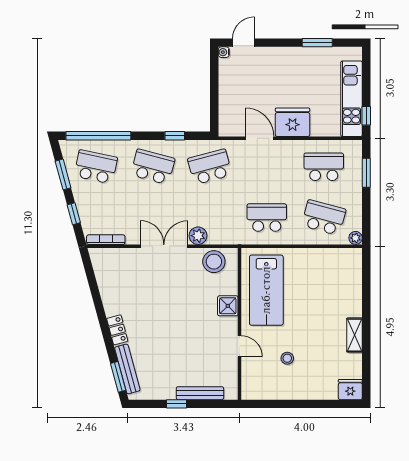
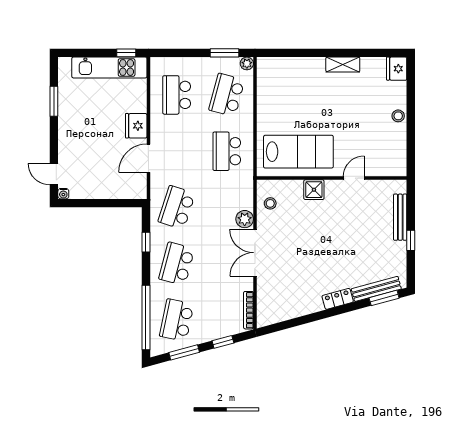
fridge: (293, 122) -> (136, 126), width x0.73, depth x0.75
school desk: (210, 167) -> (177, 207), turned 33
window: (366, 173) -> (224, 53), moved
stool: (214, 262) -> (270, 203), width x0.53, depth x0.53
stool: (287, 358) -> (398, 116), moved

